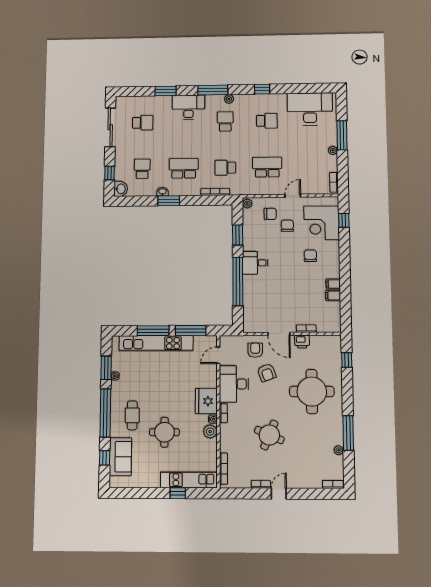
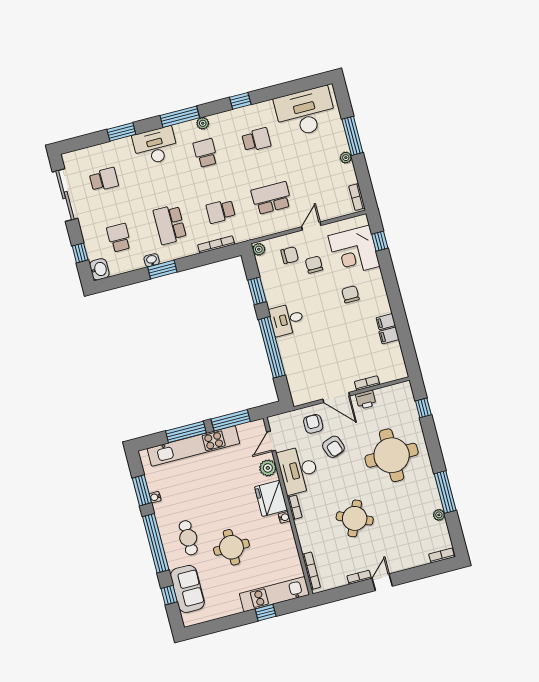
school desk: (184, 168) -> (170, 225), turned -90
plant: (210, 432) -> (268, 468), moved

